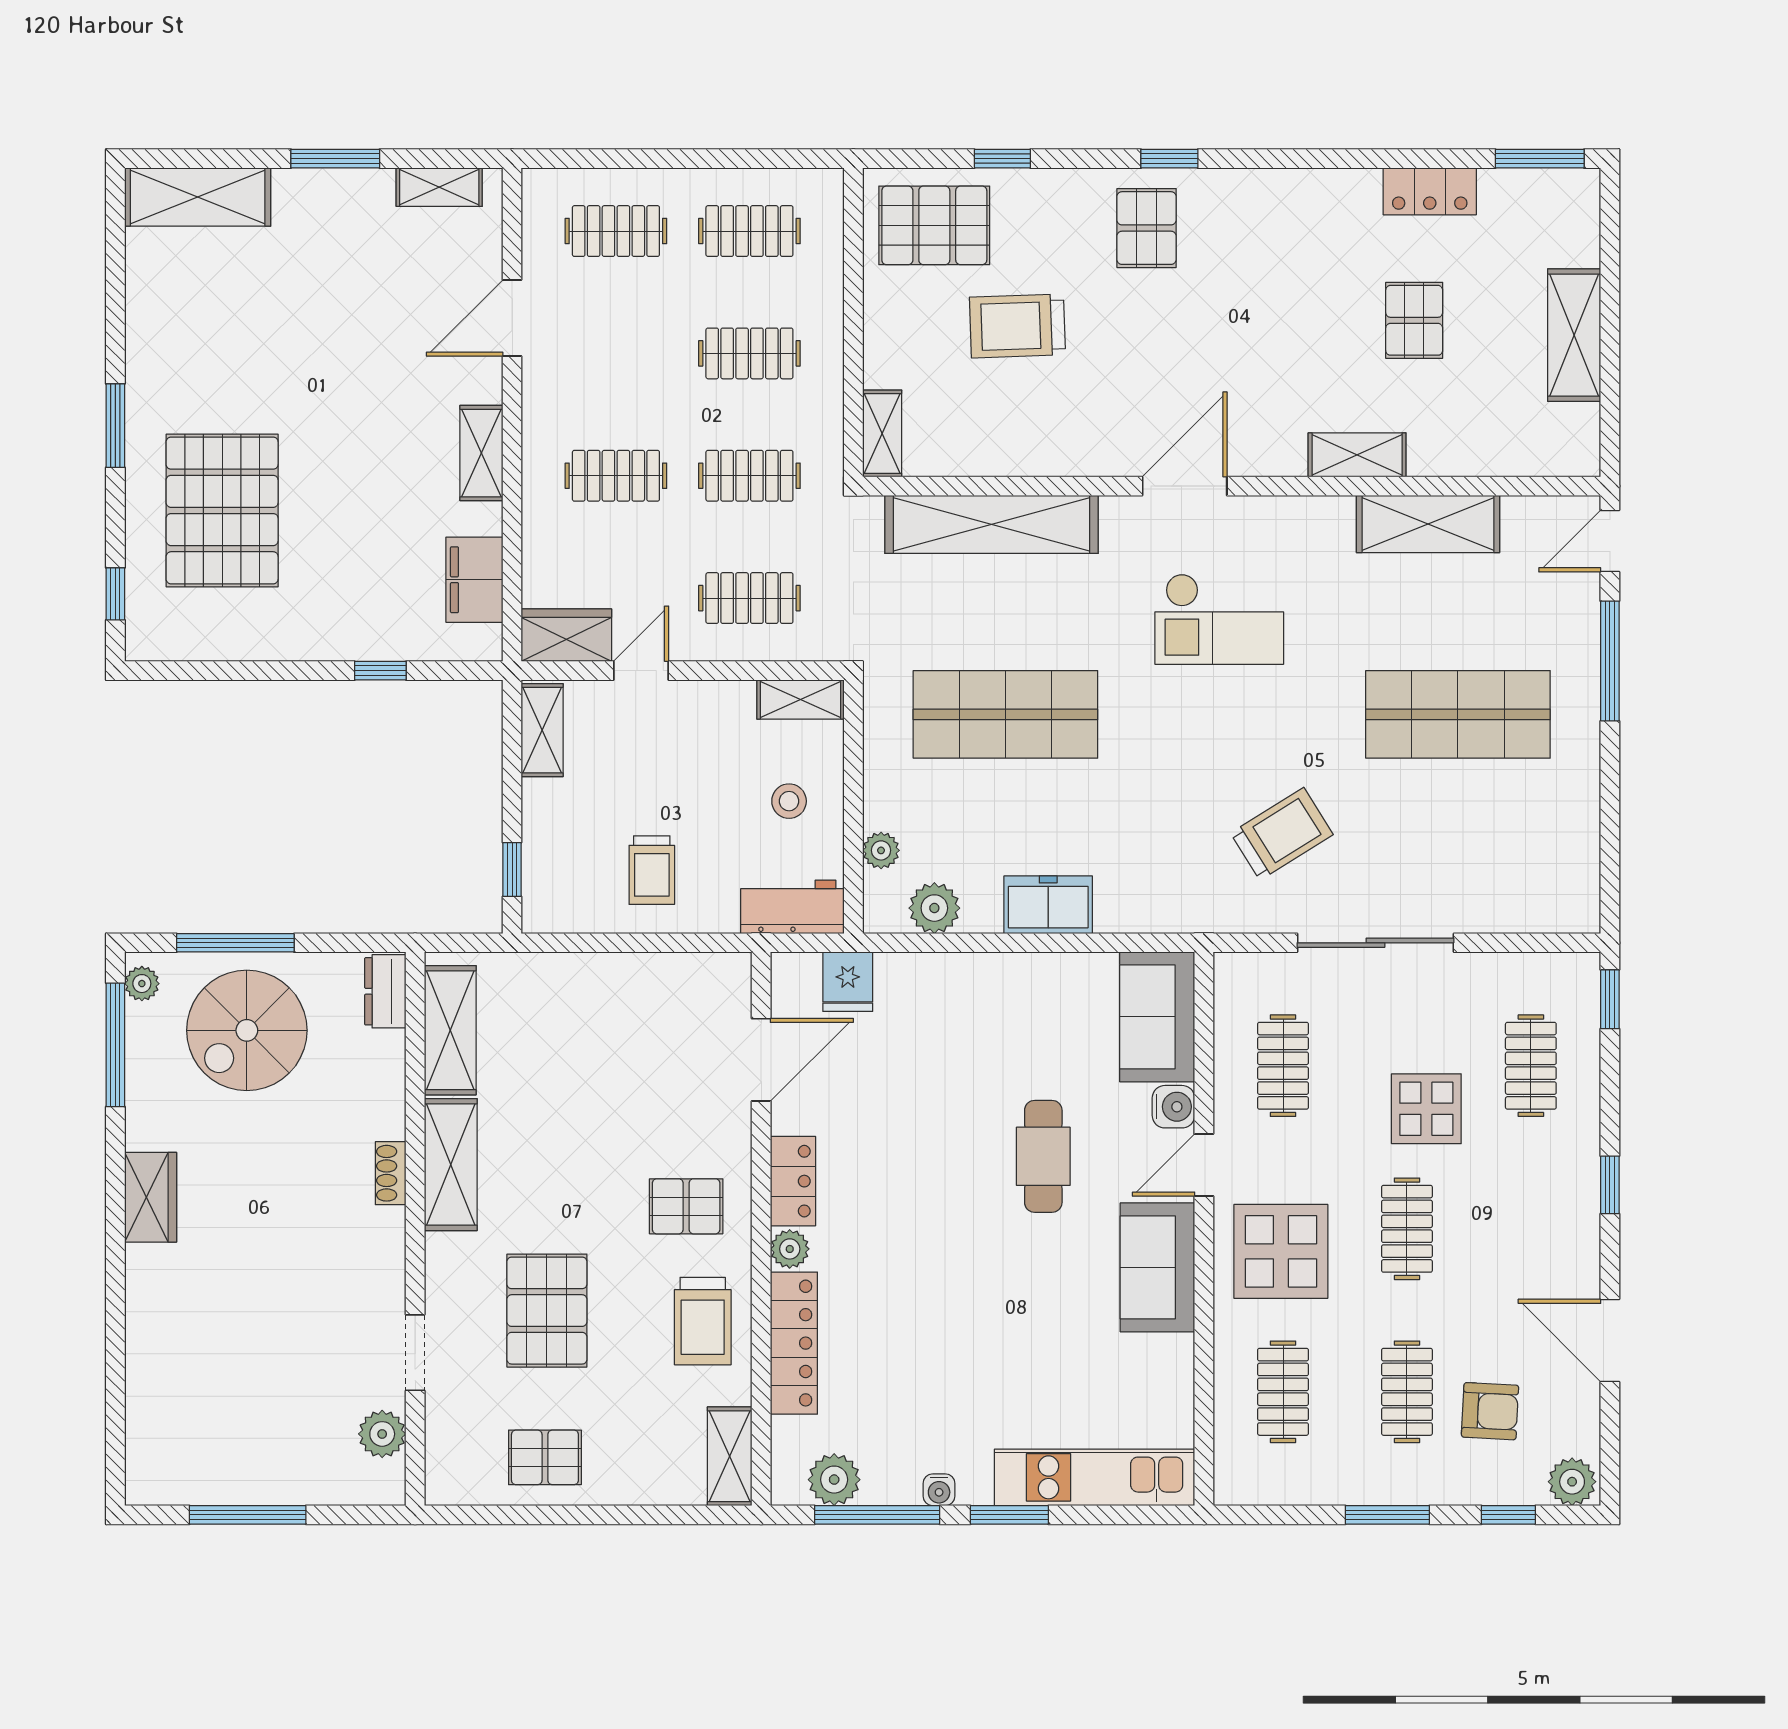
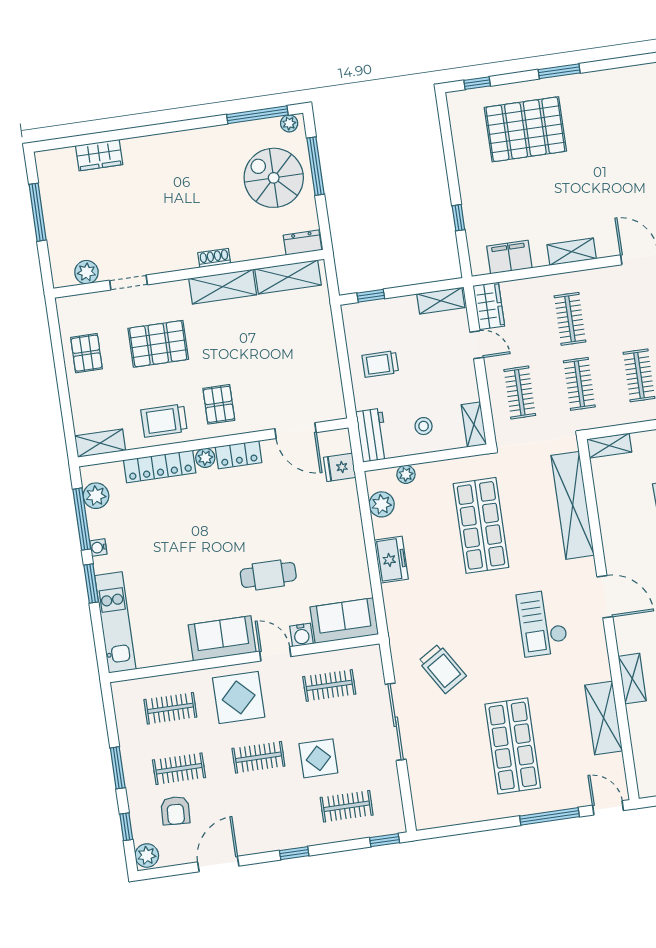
wardrobe: (151, 1197) -> (99, 155), moved

